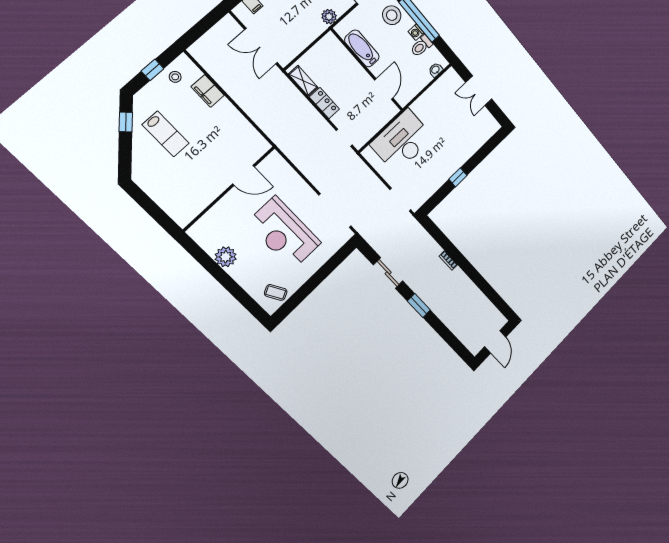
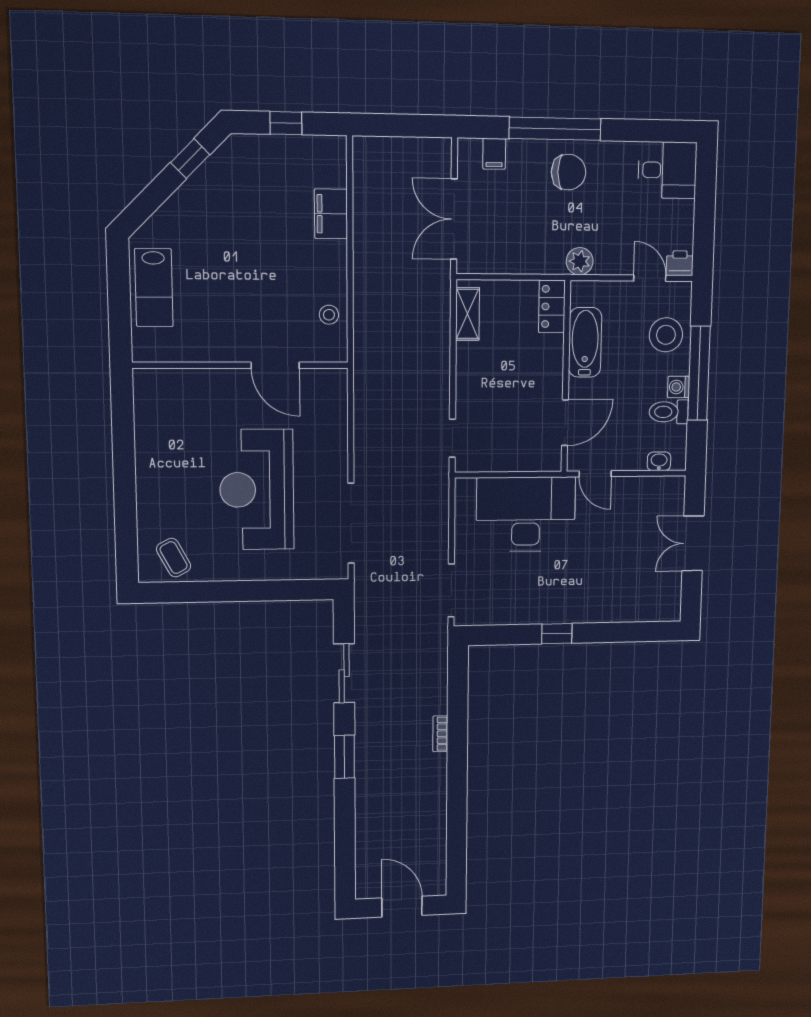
stool: (175, 77) -> (329, 315), moved
door: (415, 99) -> (595, 474), added
locker: (324, 103) -> (552, 306), moved, turned 180
lab bench: (166, 134) -> (154, 288), moved
plant: (226, 257) -> (153, 450), removed
door: (495, 342) -> (402, 907), swing flipped

